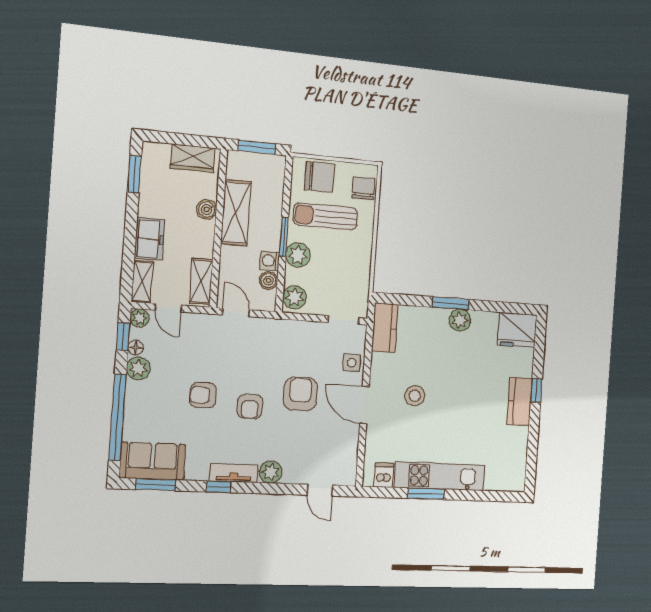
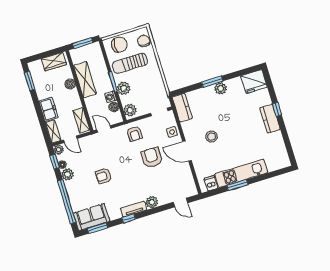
armchair: (250, 407) -> (134, 134), moved

